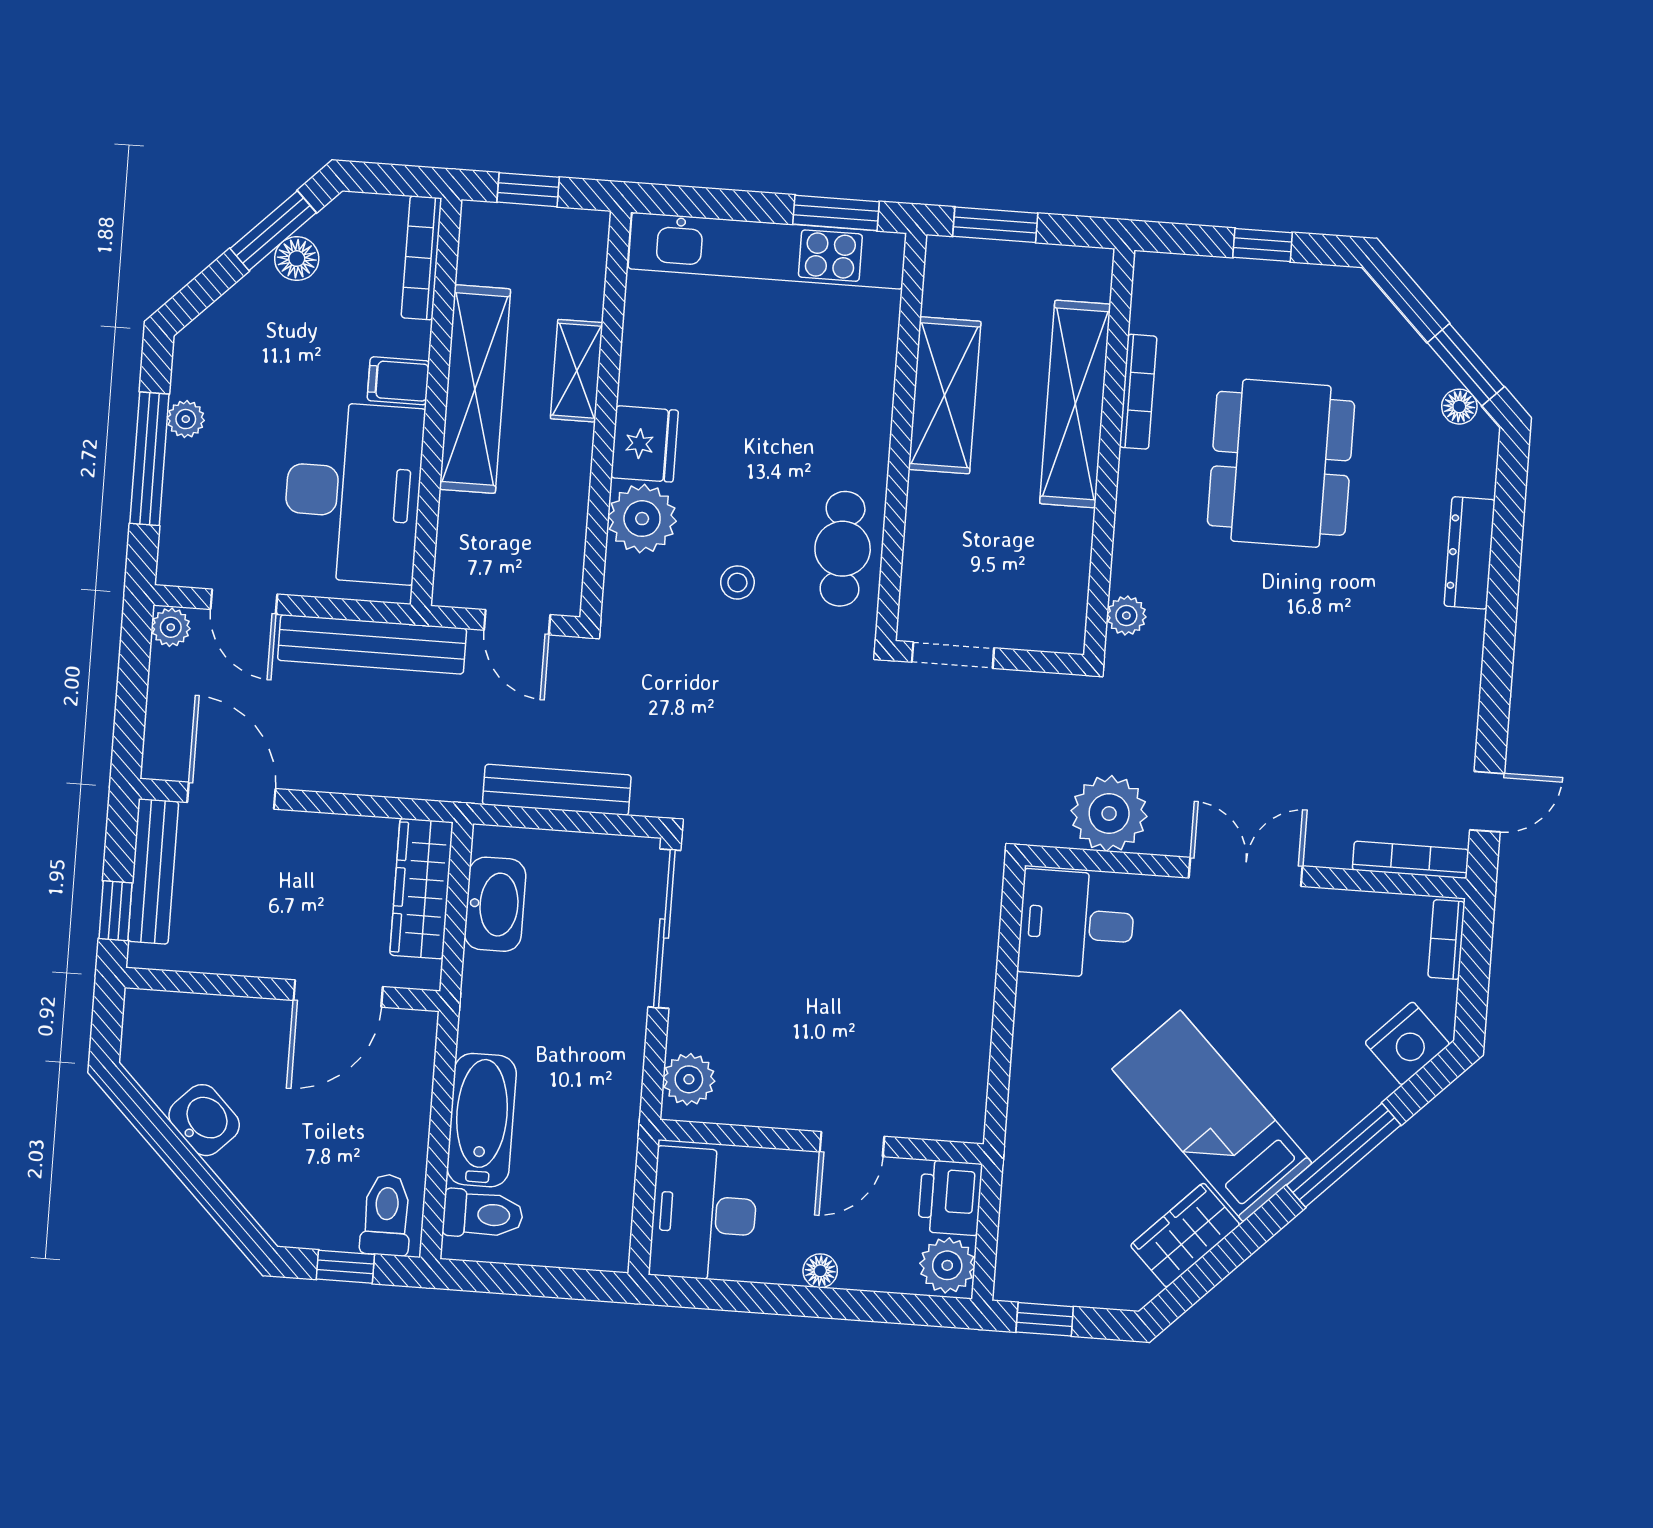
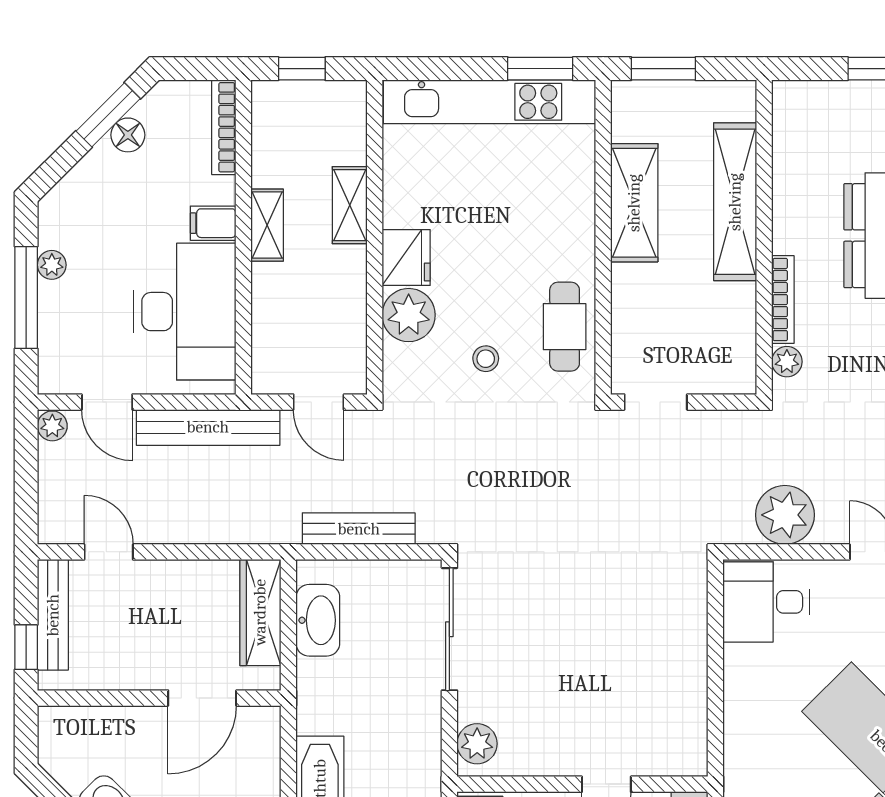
shelving: (475, 389) -> (267, 225), width x0.45, depth x0.75
bookcase: (1138, 392) -> (783, 300), moved
door: (231, 796) -> (109, 552), width x0.73

